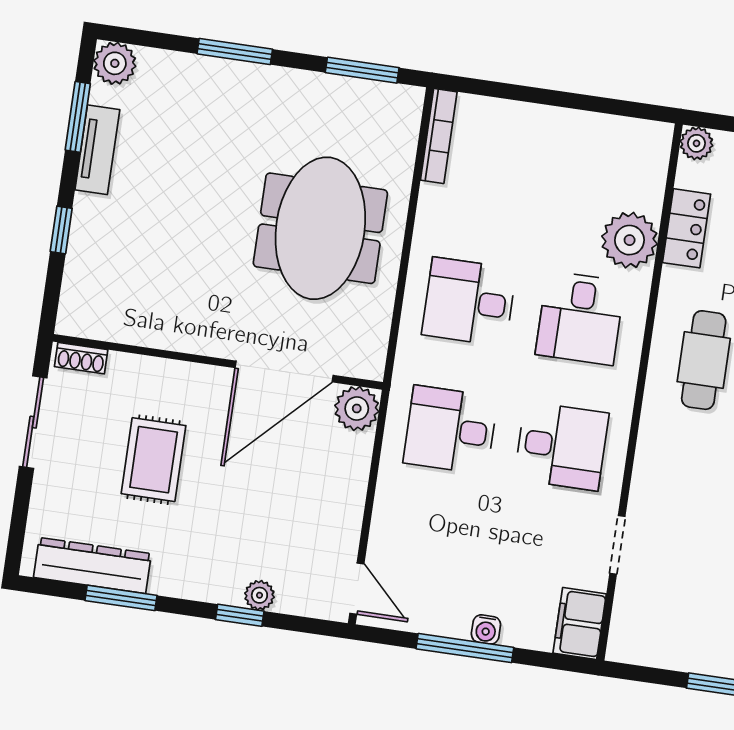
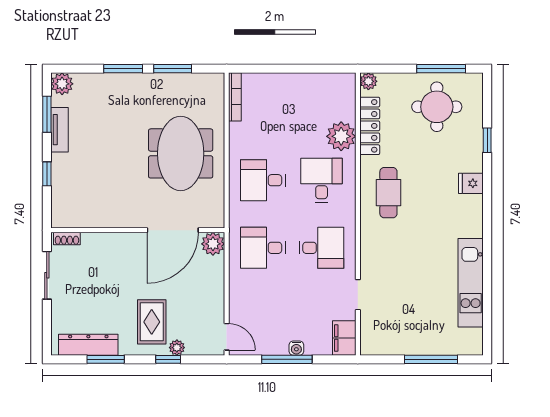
window: (362, 70) -> (173, 69), moved
locker: (687, 228) -> (370, 126), width x1.53
desk: (580, 318) -> (322, 180), turned 180
rug: (154, 460) -> (152, 322), moved

